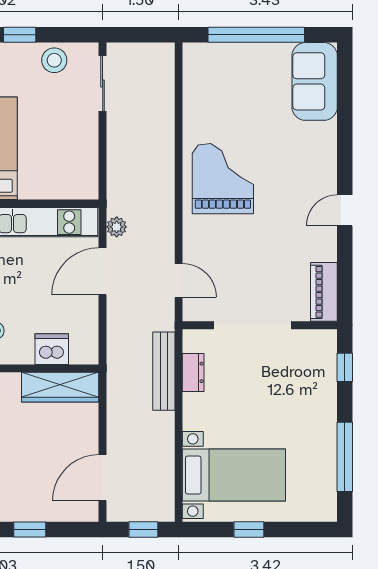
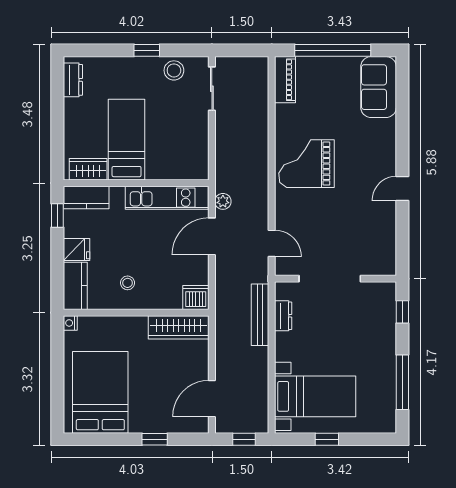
grand piano: (223, 179) -> (306, 164), turned -90
piano: (324, 292) -> (285, 80), moved, turned 180
dishwasher: (52, 349) -> (196, 297), moved

